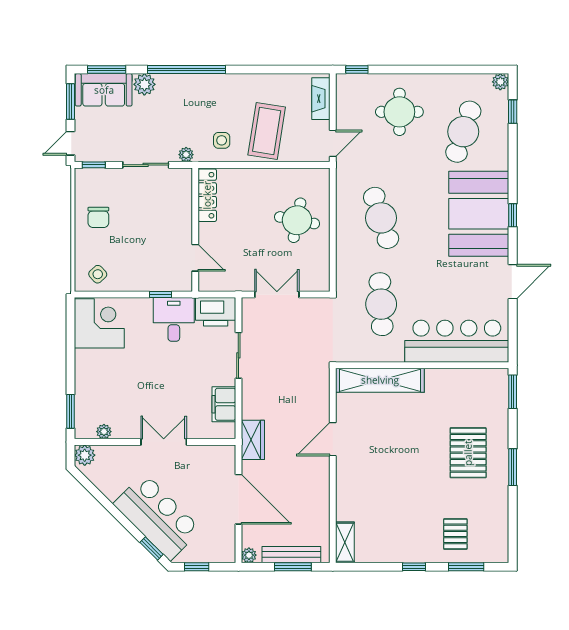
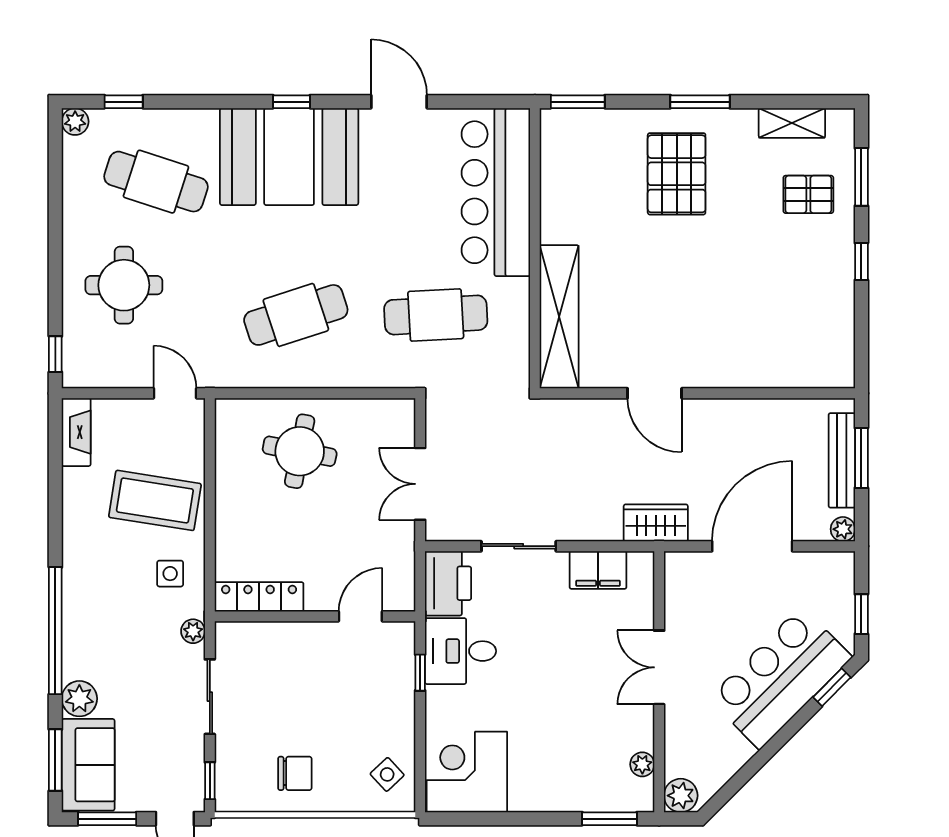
fireplace: (321, 99) -> (76, 432), moved, turned -90
pallet: (468, 453) -> (677, 174), turned 90
shelving: (345, 542) -> (792, 123), moved

